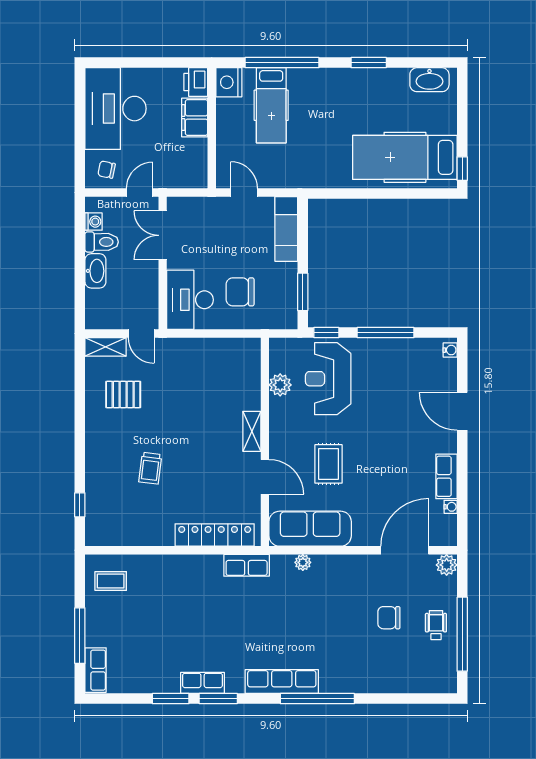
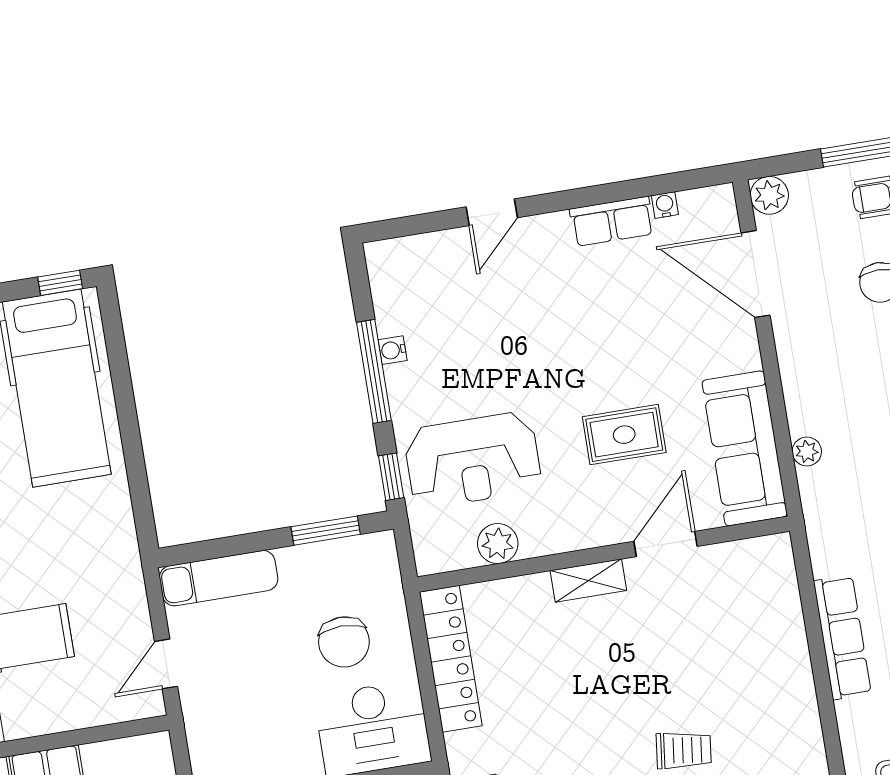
water cooler: (450, 350) -> (393, 350), moved, turned -90
door: (462, 411) -> (492, 212), width x0.73
locker: (215, 535) -> (451, 659), moved, turned 180
row of seats: (247, 565) -> (842, 637), moved, width x1.48

